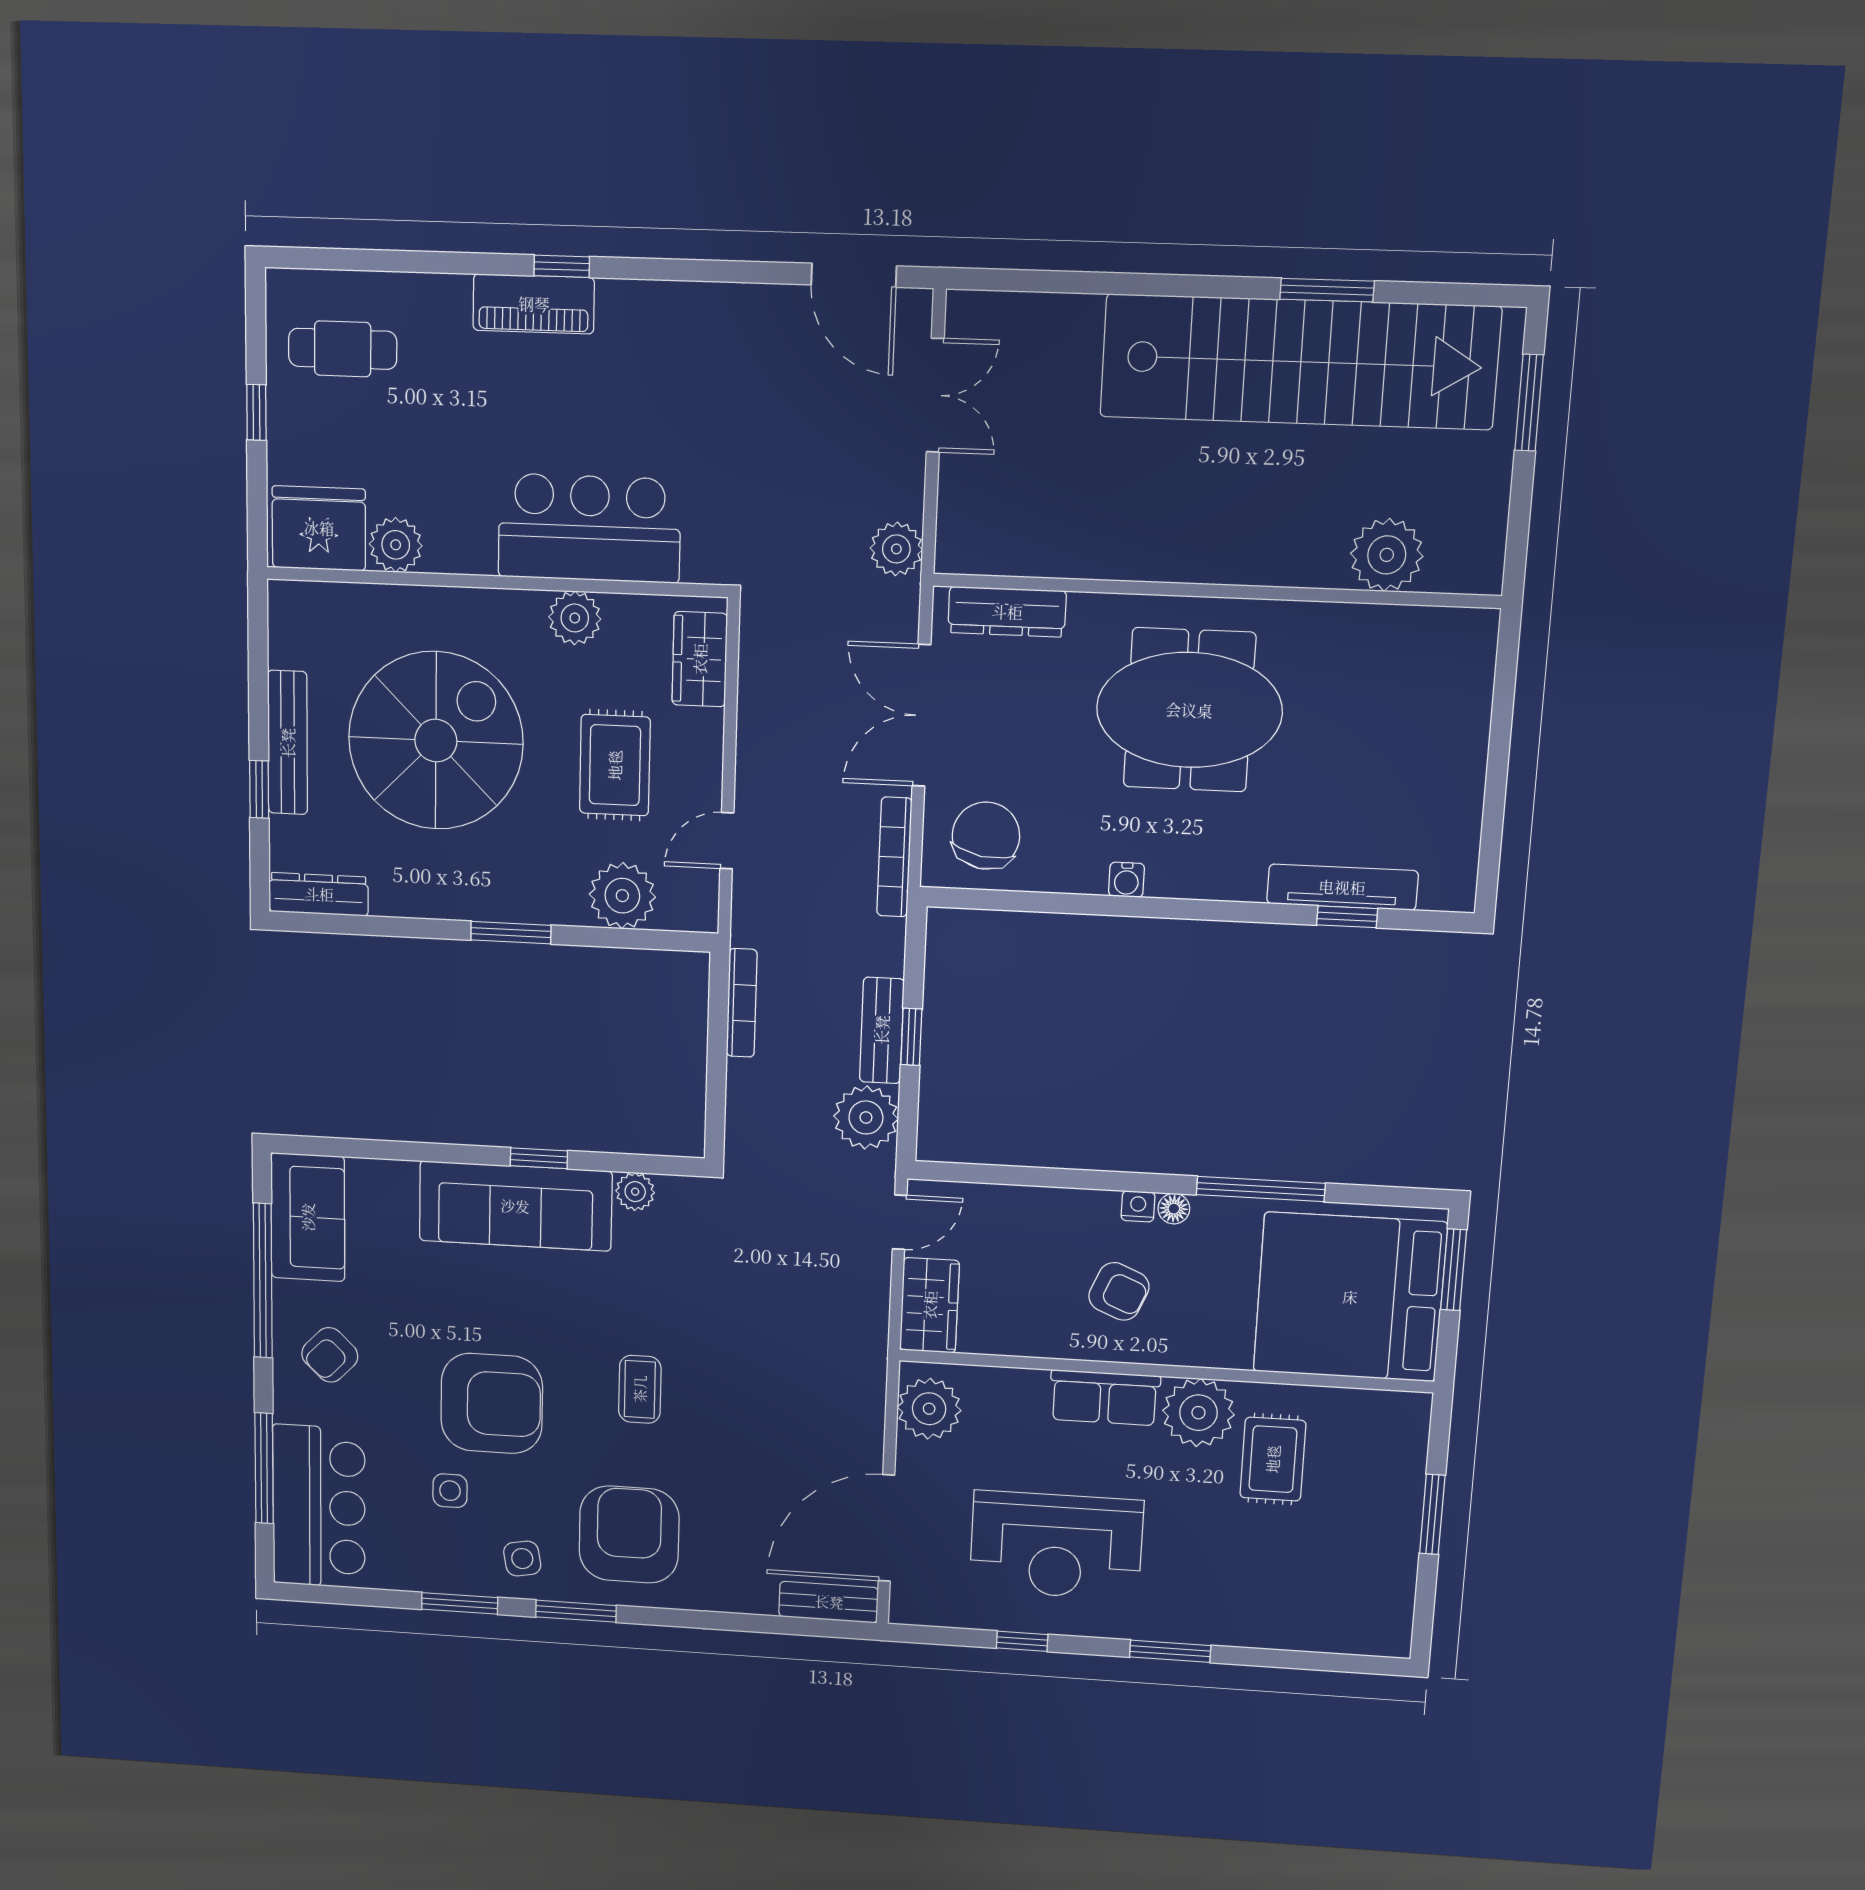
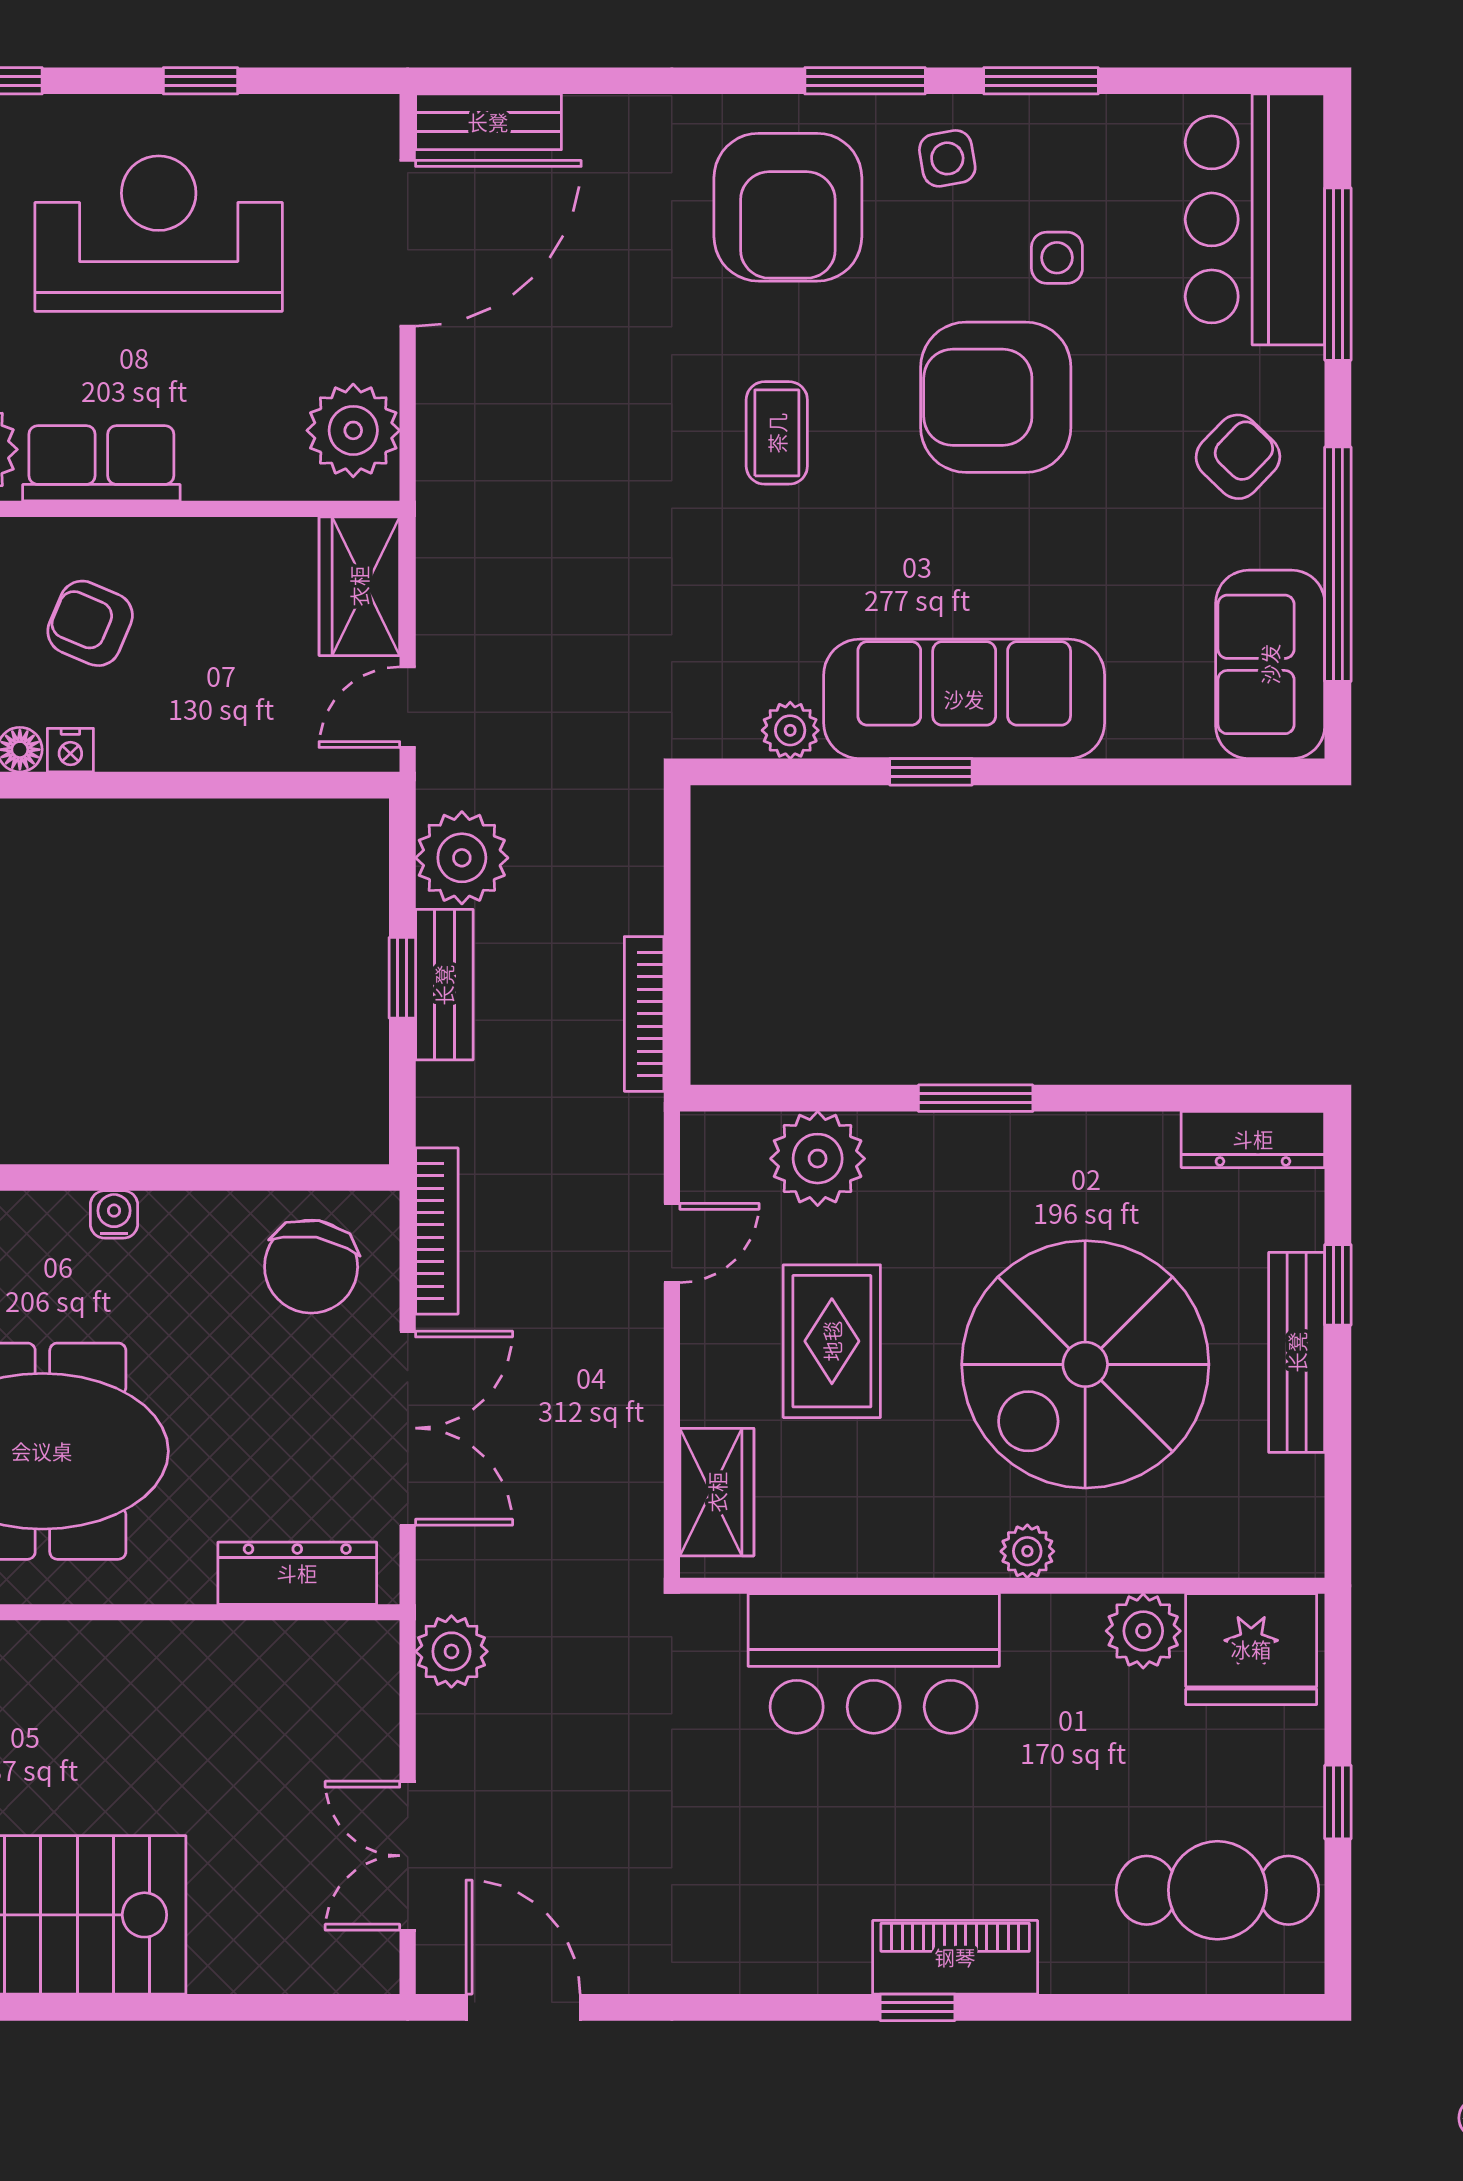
cafe table: (343, 349) -> (1217, 1890), width x1.37, depth x1.35
plant: (575, 618) -> (1027, 1551), moved, width x0.73, depth x0.73

